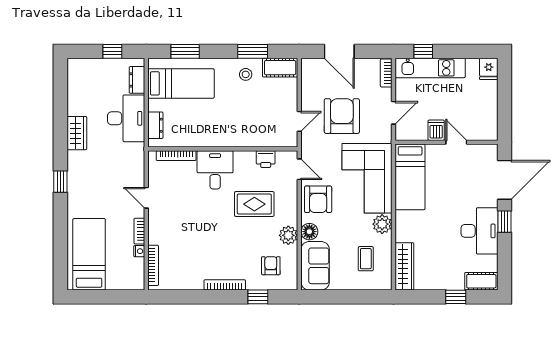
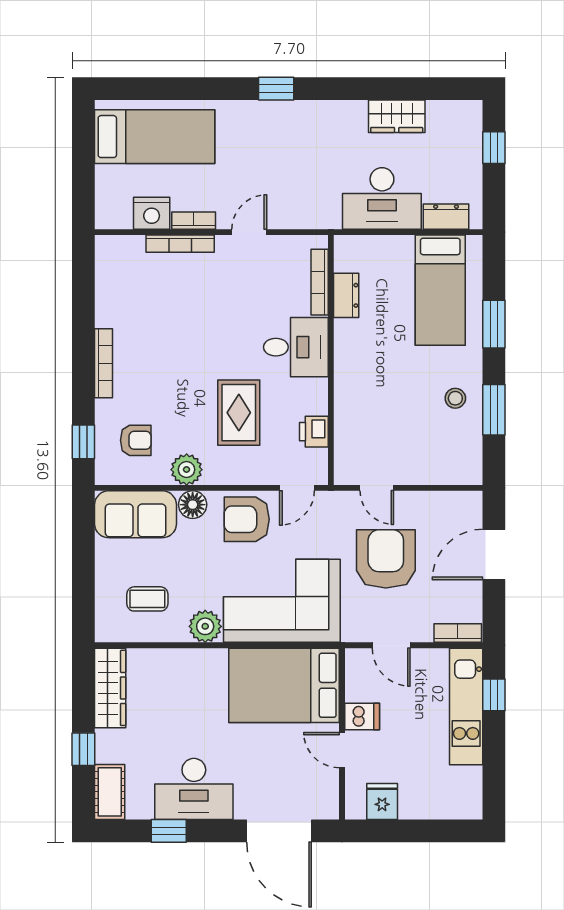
window: (112, 51) -> (494, 148), moved
window: (185, 51) -> (494, 324), moved
cot: (280, 68) -> (467, 456), removed
fridge: (489, 69) -> (382, 801), moved, turned 90
armchair: (342, 116) -> (386, 559), turned -90
dresser: (155, 125) -> (346, 295), moved, turned -90
wardrobe: (77, 133) -> (397, 116), moved
door: (456, 142) -> (342, 750), swing flipped
bed: (410, 177) -> (284, 685), width x1.50
window: (505, 222) -> (169, 831), moved
nightstand: (139, 251) -> (152, 213), width x1.89, depth x1.79
bookcase: (153, 265) -> (180, 244), moved
wardrobe: (404, 266) -> (110, 688), moved, turned -90
window: (258, 297) -> (83, 442), moved

